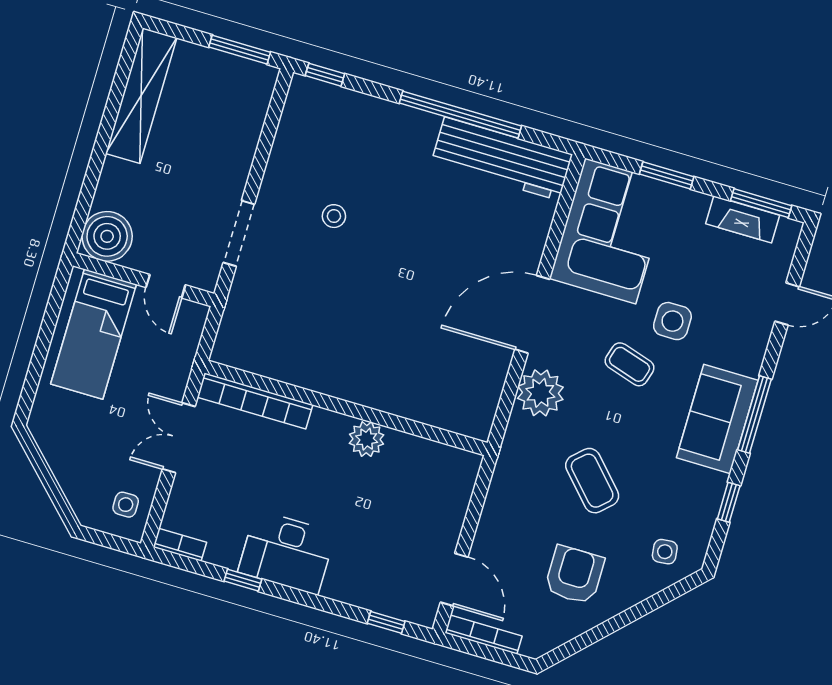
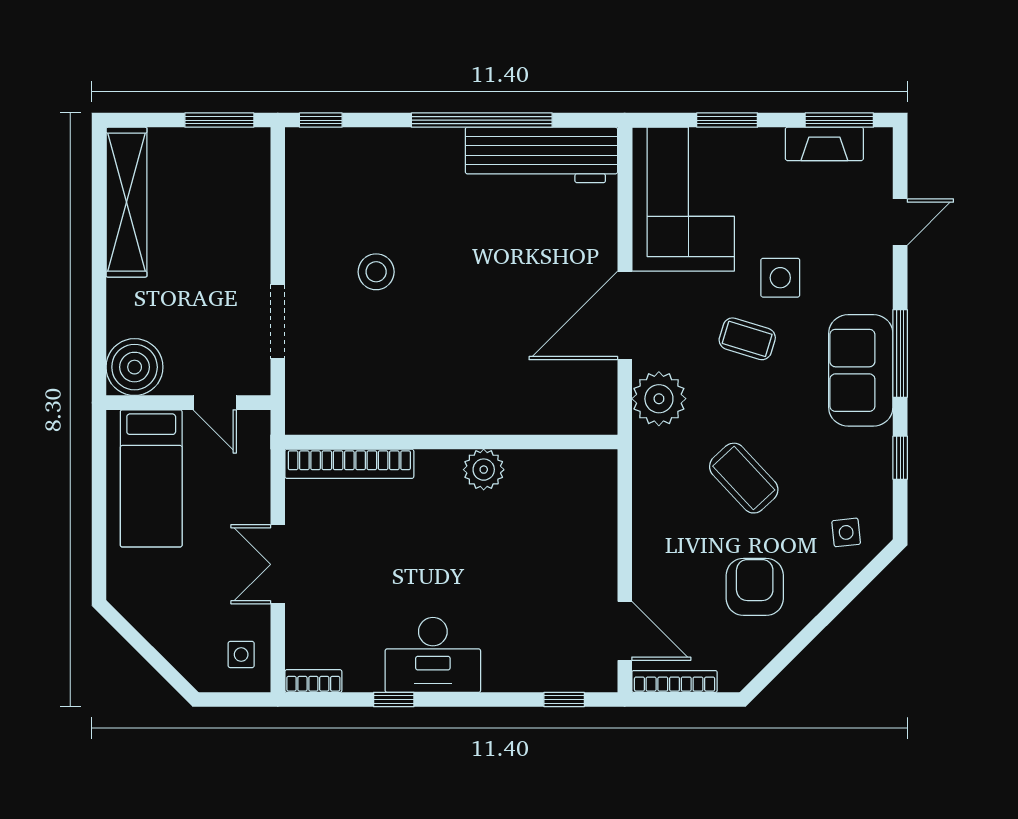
stool: (334, 216) -> (376, 272), width x1.37, depth x1.37
bookcase: (255, 401) -> (349, 464), moved
wall: (346, 408) -> (451, 442), moved
plant: (367, 439) -> (484, 470), moved

